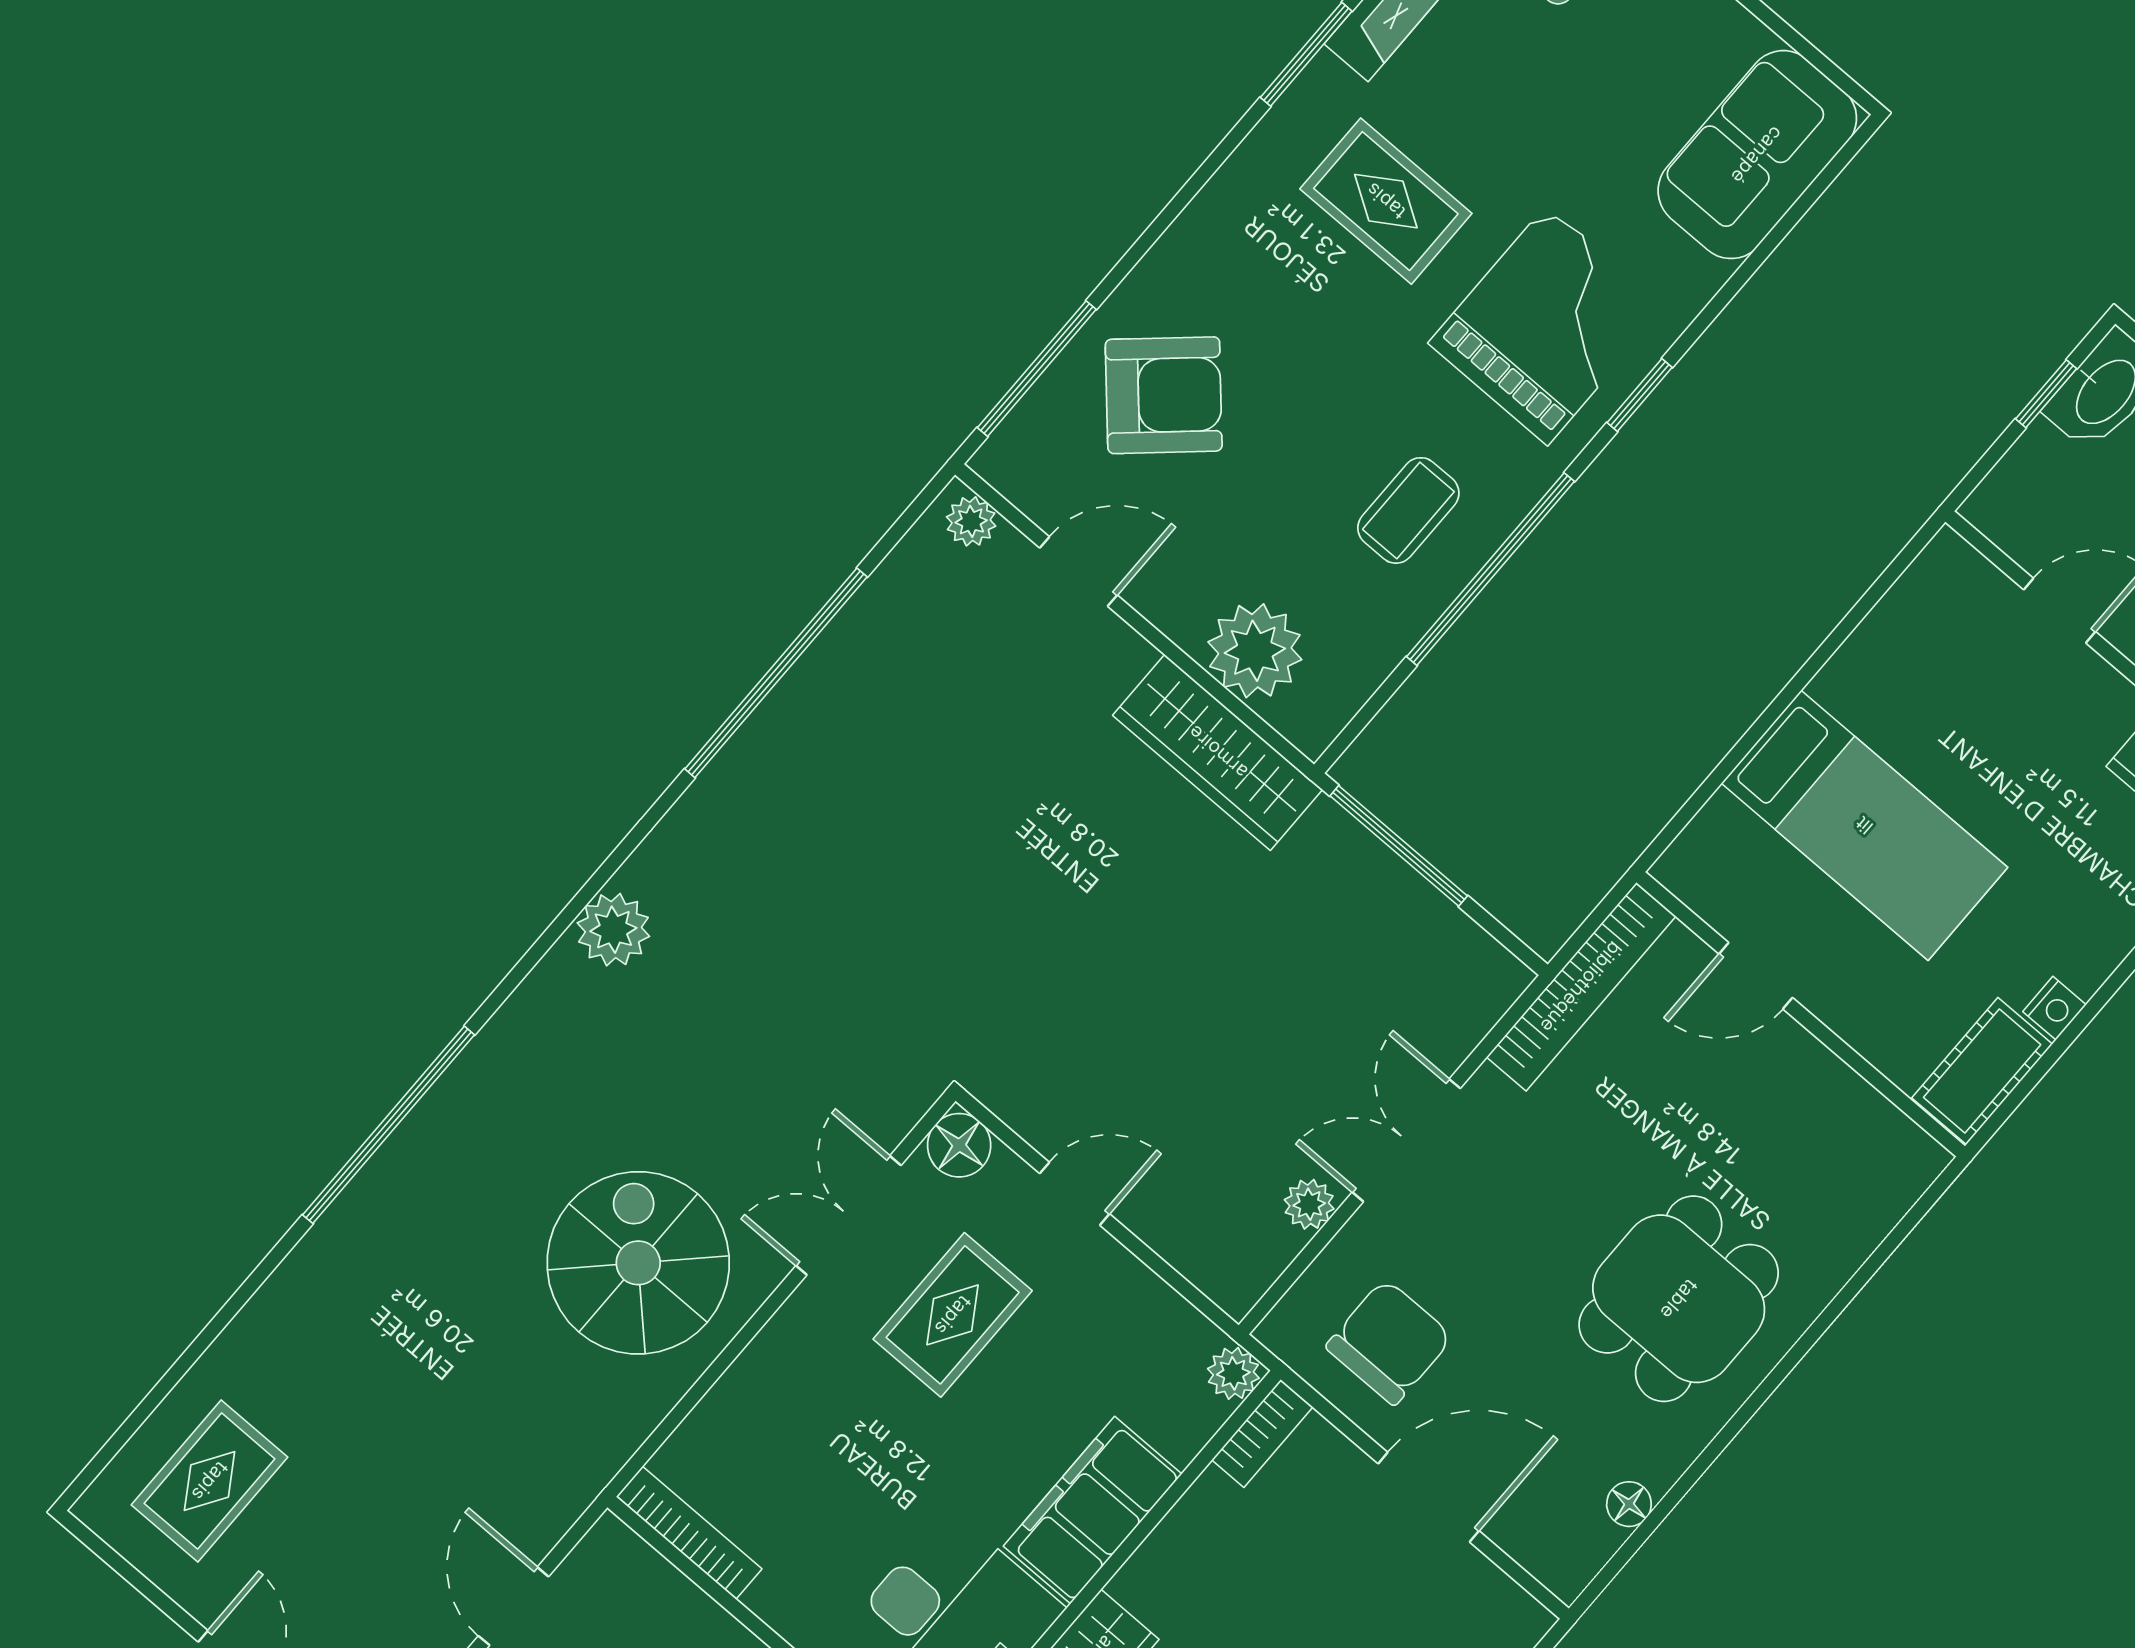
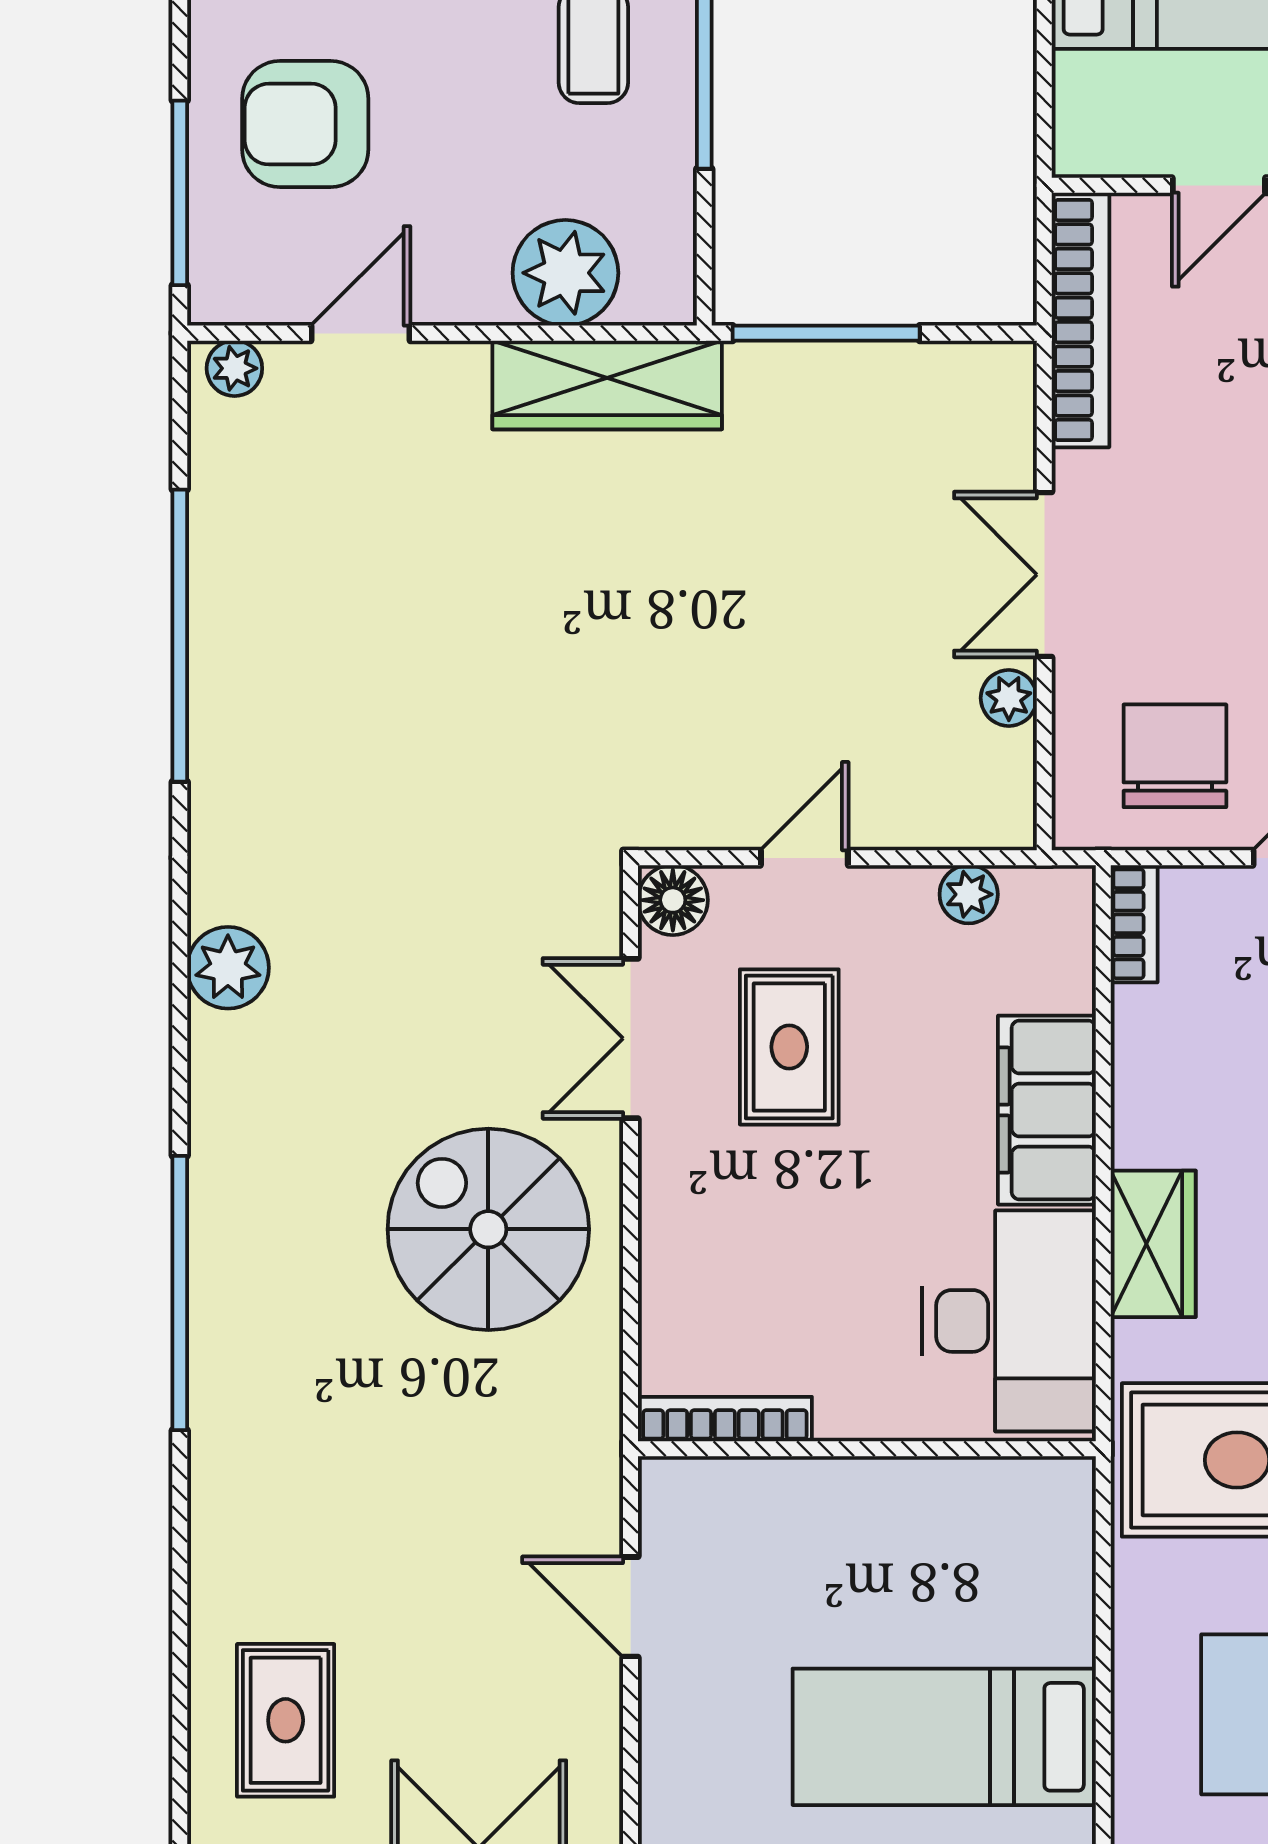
armchair: (1164, 395) -> (305, 124), turned -138
plant: (1233, 1373) -> (969, 894), moved

